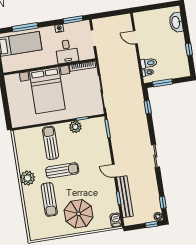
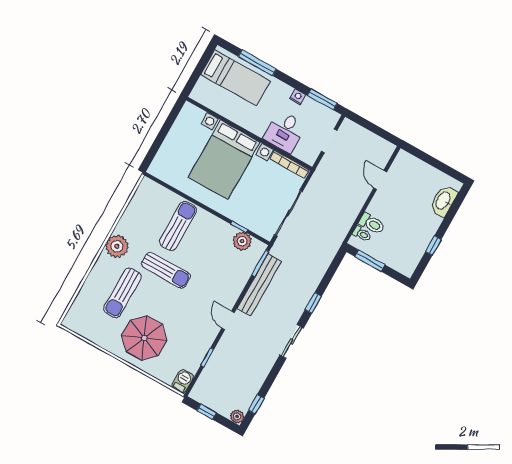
window: (148, 107) -> (313, 303), moved
plant: (75, 127) -> (242, 241), moved
bench: (125, 197) -> (259, 285), moved
window: (152, 224) -> (207, 412), moved

